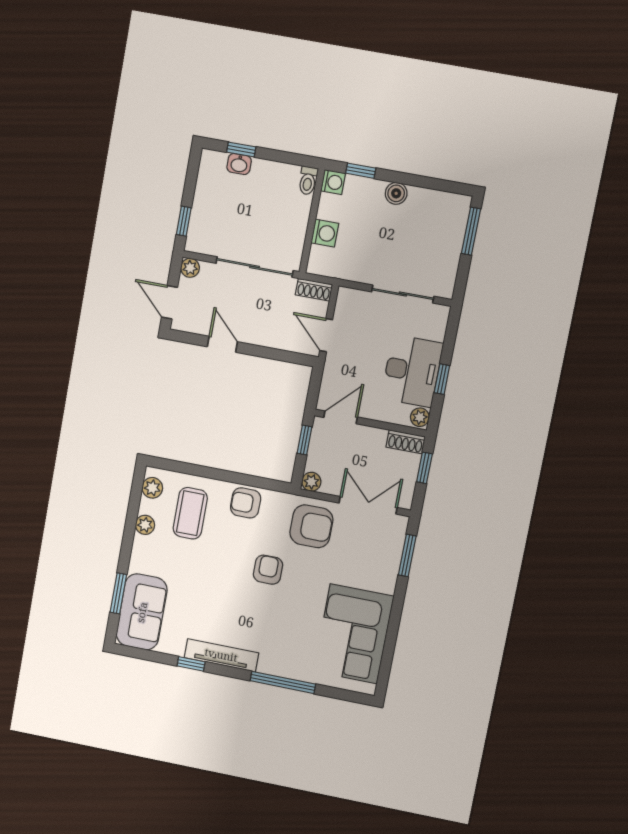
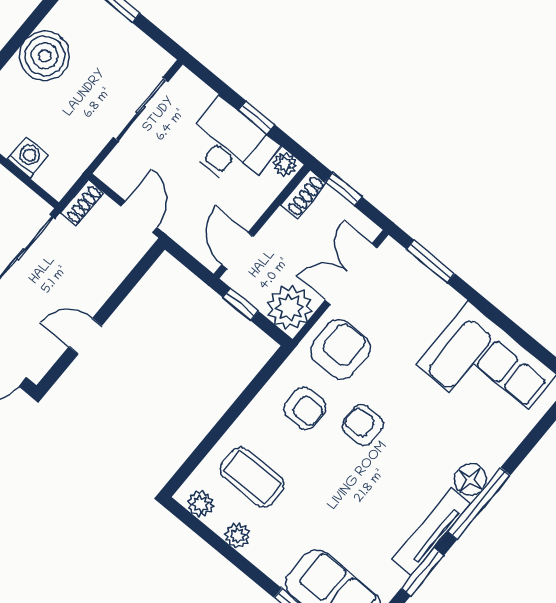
boiler: (396, 193) -> (45, 56), width x1.86, depth x1.86
door: (326, 335) -> (139, 217), swing flipped
plant: (311, 482) -> (290, 307), width x1.87, depth x1.87
armchair: (246, 503) -> (305, 408), moved, turned -90
floor lamp: (272, 663) -> (470, 480), added
window: (191, 664) -> (422, 572), width x1.50
window: (283, 682) -> (479, 504), moved

